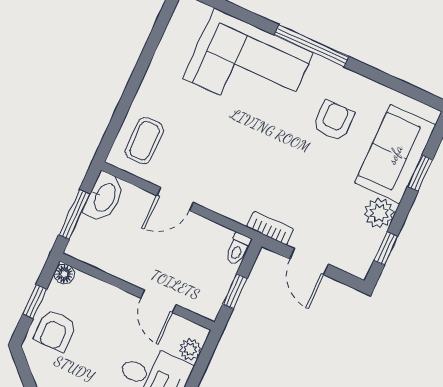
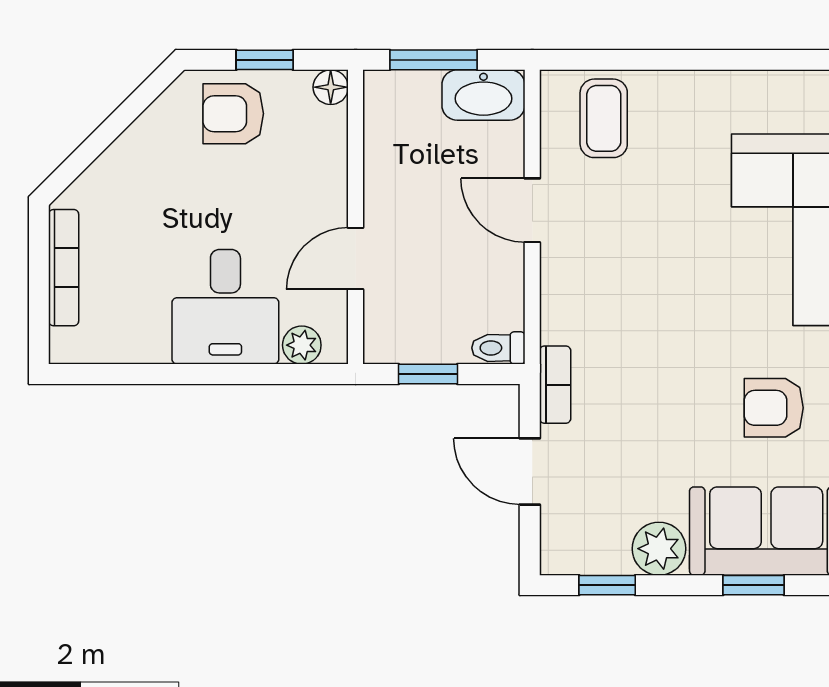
armchair: (334, 121) -> (774, 408), turned 180
coffee table: (144, 141) -> (604, 118), turned 90
door: (309, 262) -> (530, 471), hinge flipped

